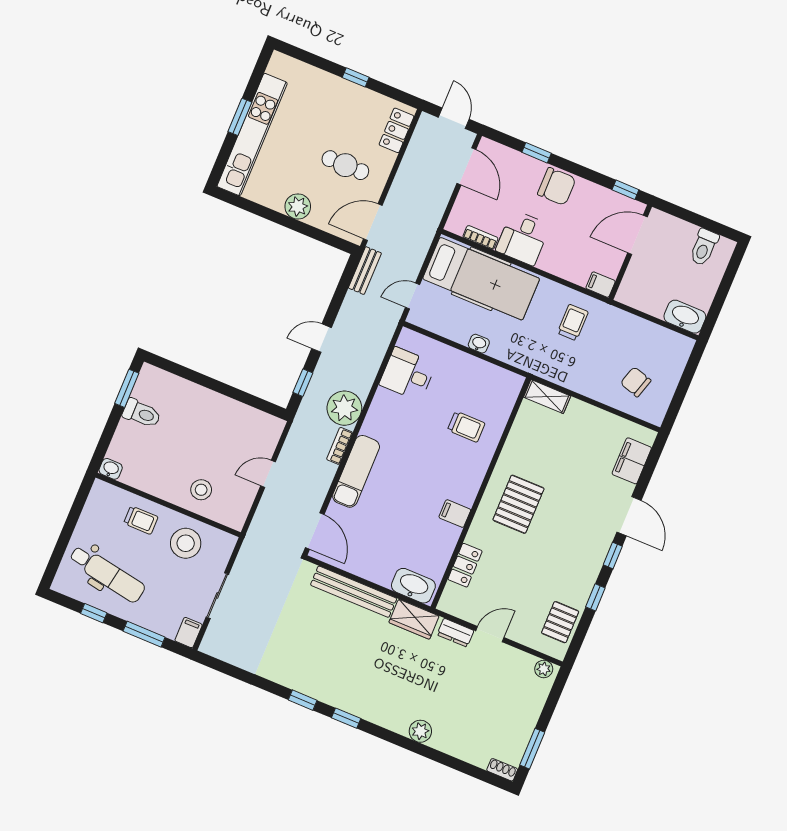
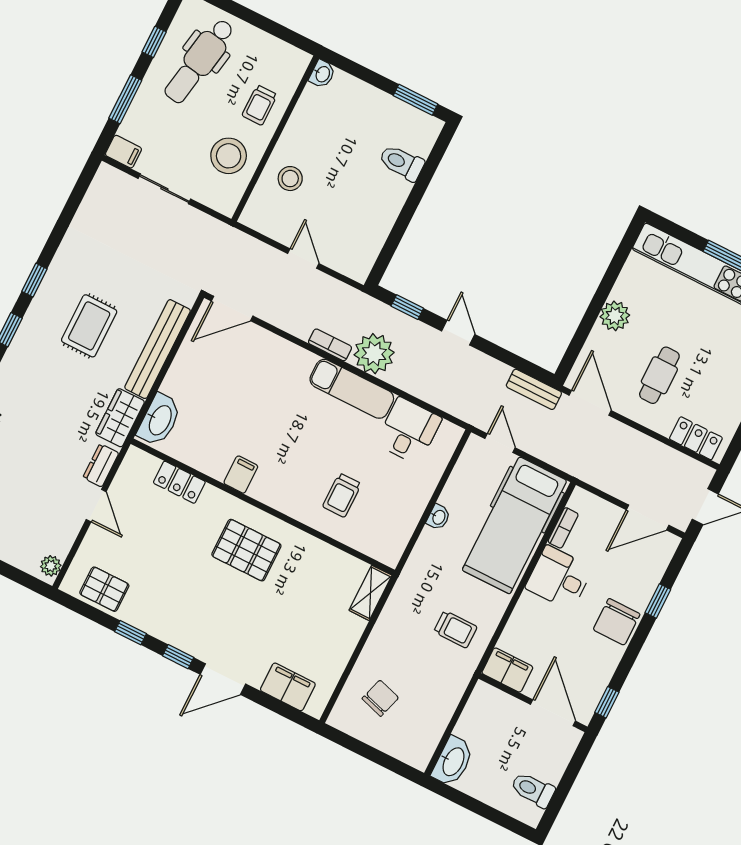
filing cabinet: (601, 285) -> (507, 670), width x2.00
toilet: (142, 413) -> (402, 163), moved, turned 90
exam couch: (356, 471) -> (352, 389), moved
rug: (338, 651) -> (89, 326), added

